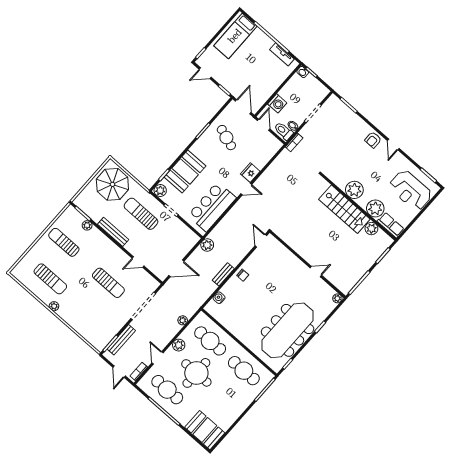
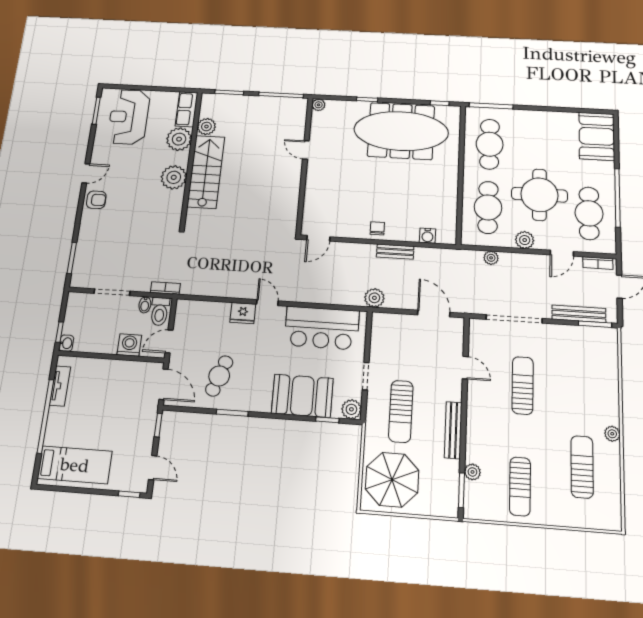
door: (243, 107) -> (163, 384), swing flipped
reception desk: (410, 190) -> (129, 117), turned 180

